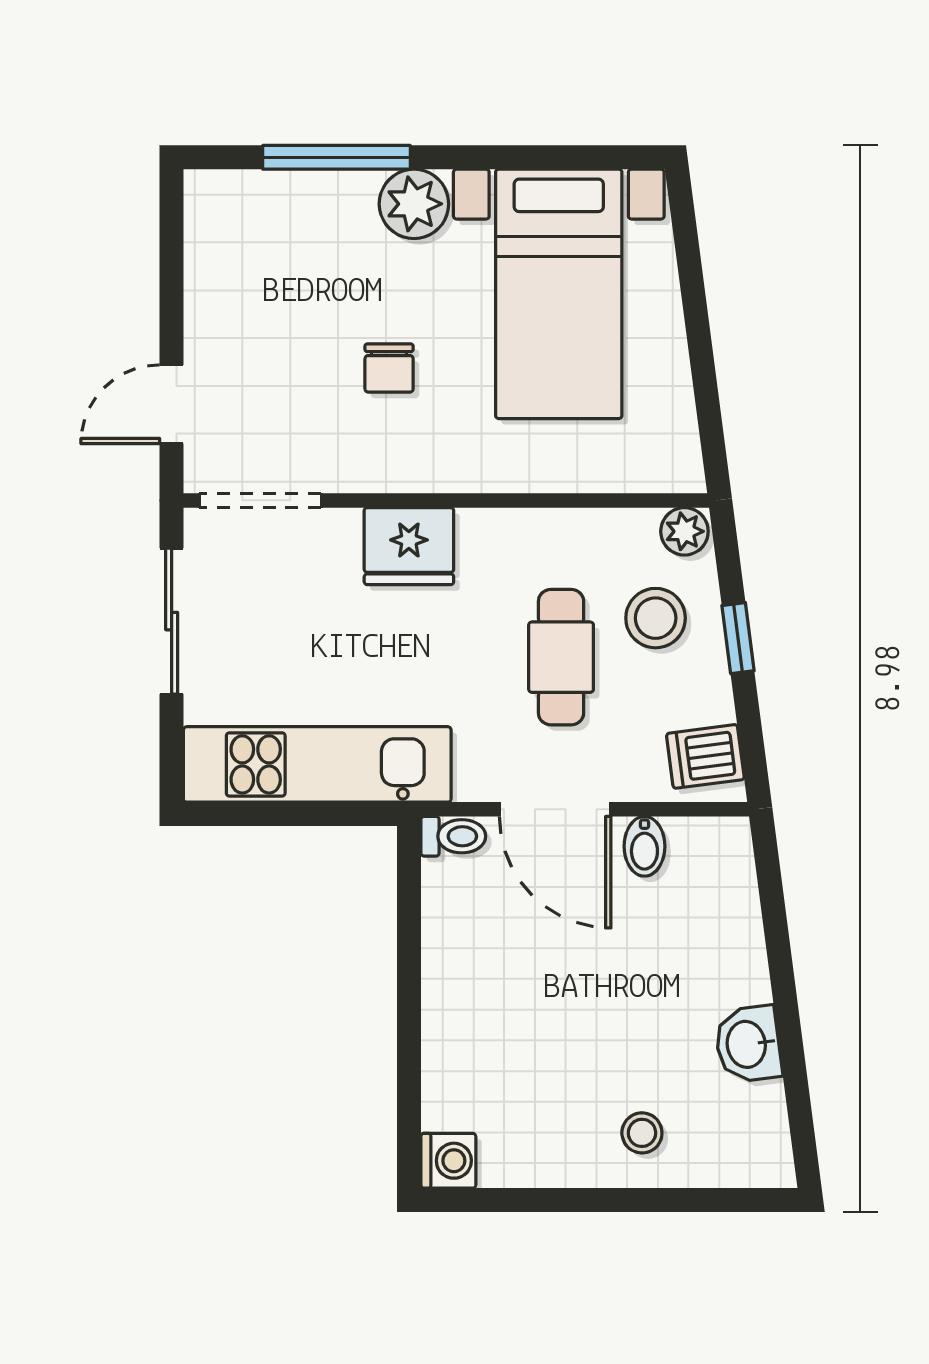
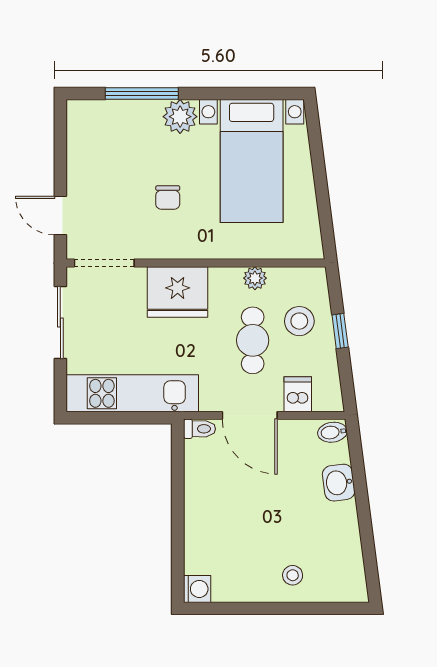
door: (172, 404) -> (60, 216), hinge flipped
plant: (684, 531) -> (255, 278), moved
fridge: (409, 546) -> (178, 292), width x1.36, depth x1.34
dishwasher: (705, 756) -> (298, 394), moved, turned 97
bidet: (644, 846) -> (332, 432), moved, turned 83
washbasin: (748, 1044) -> (339, 483), moved

